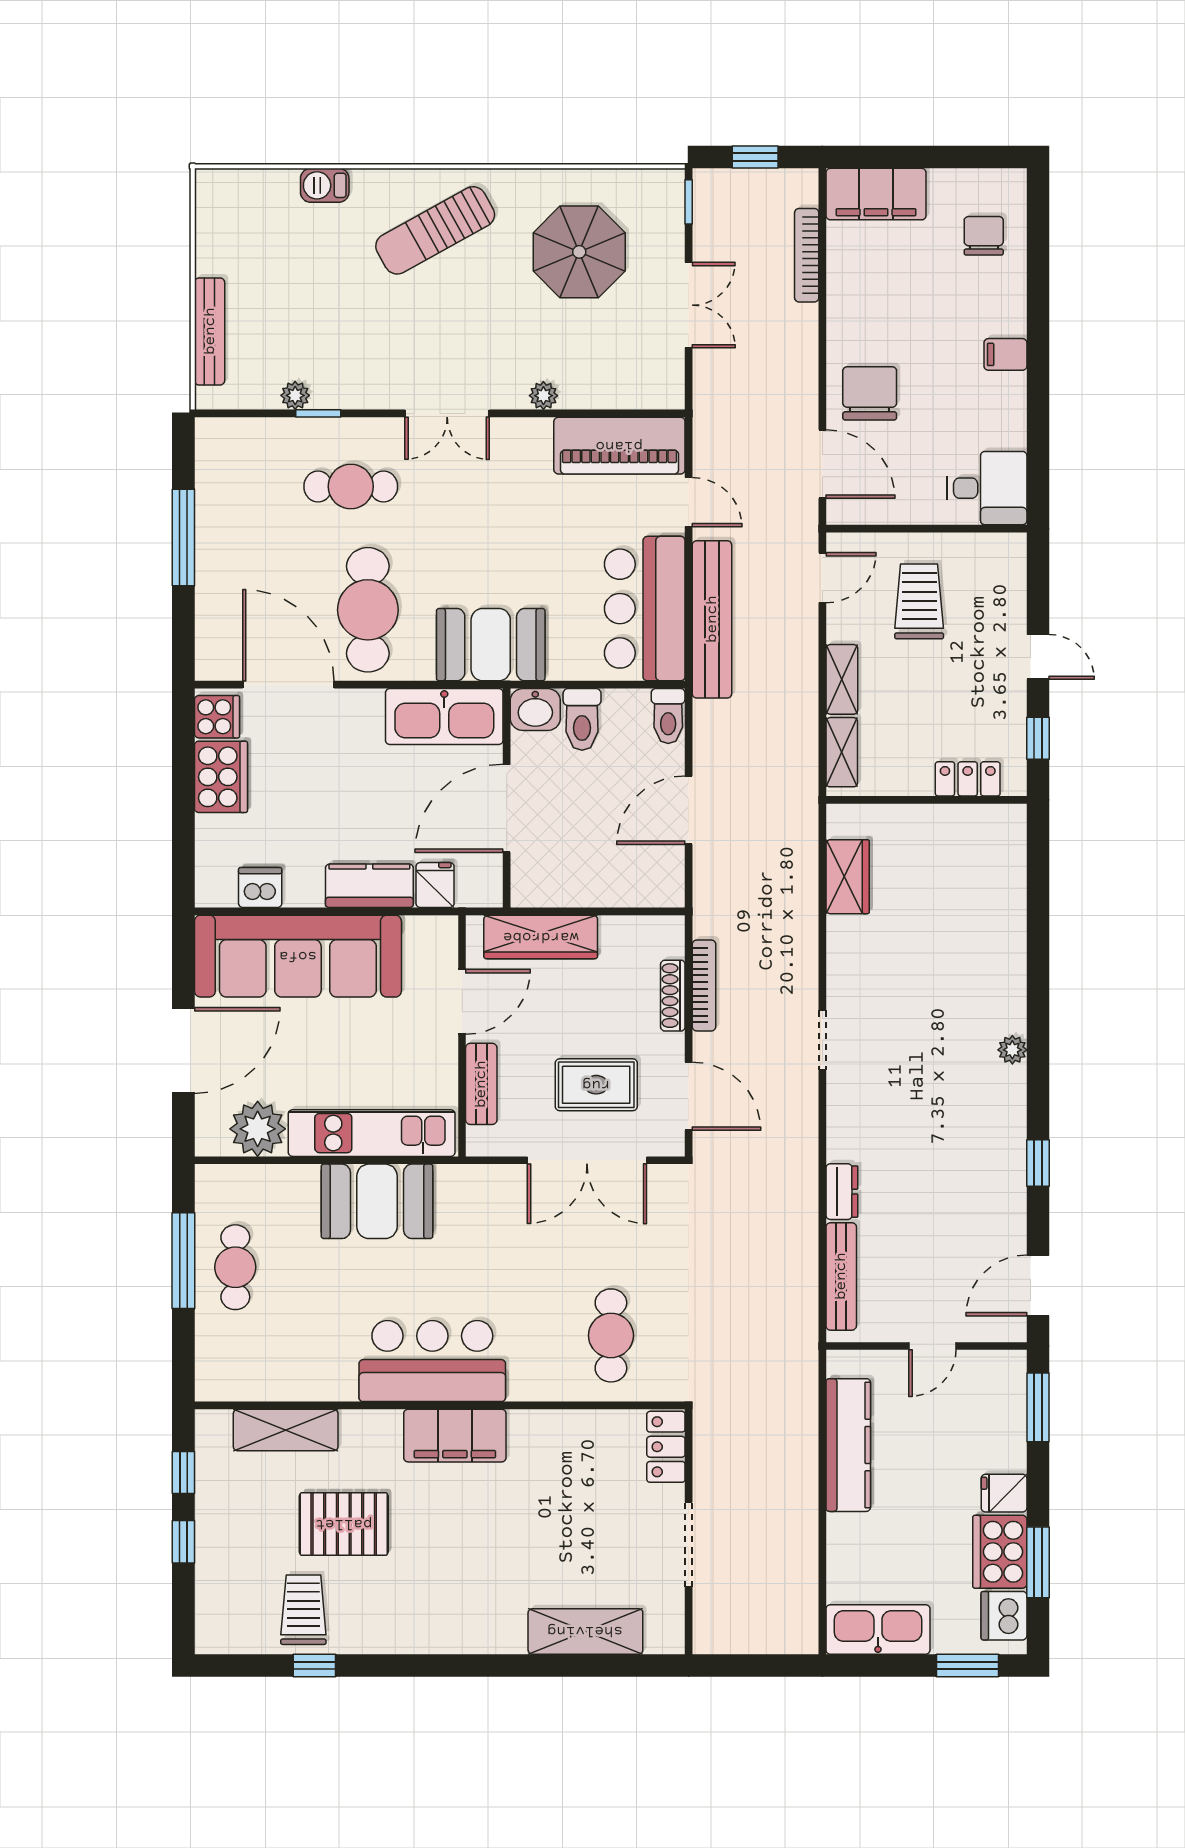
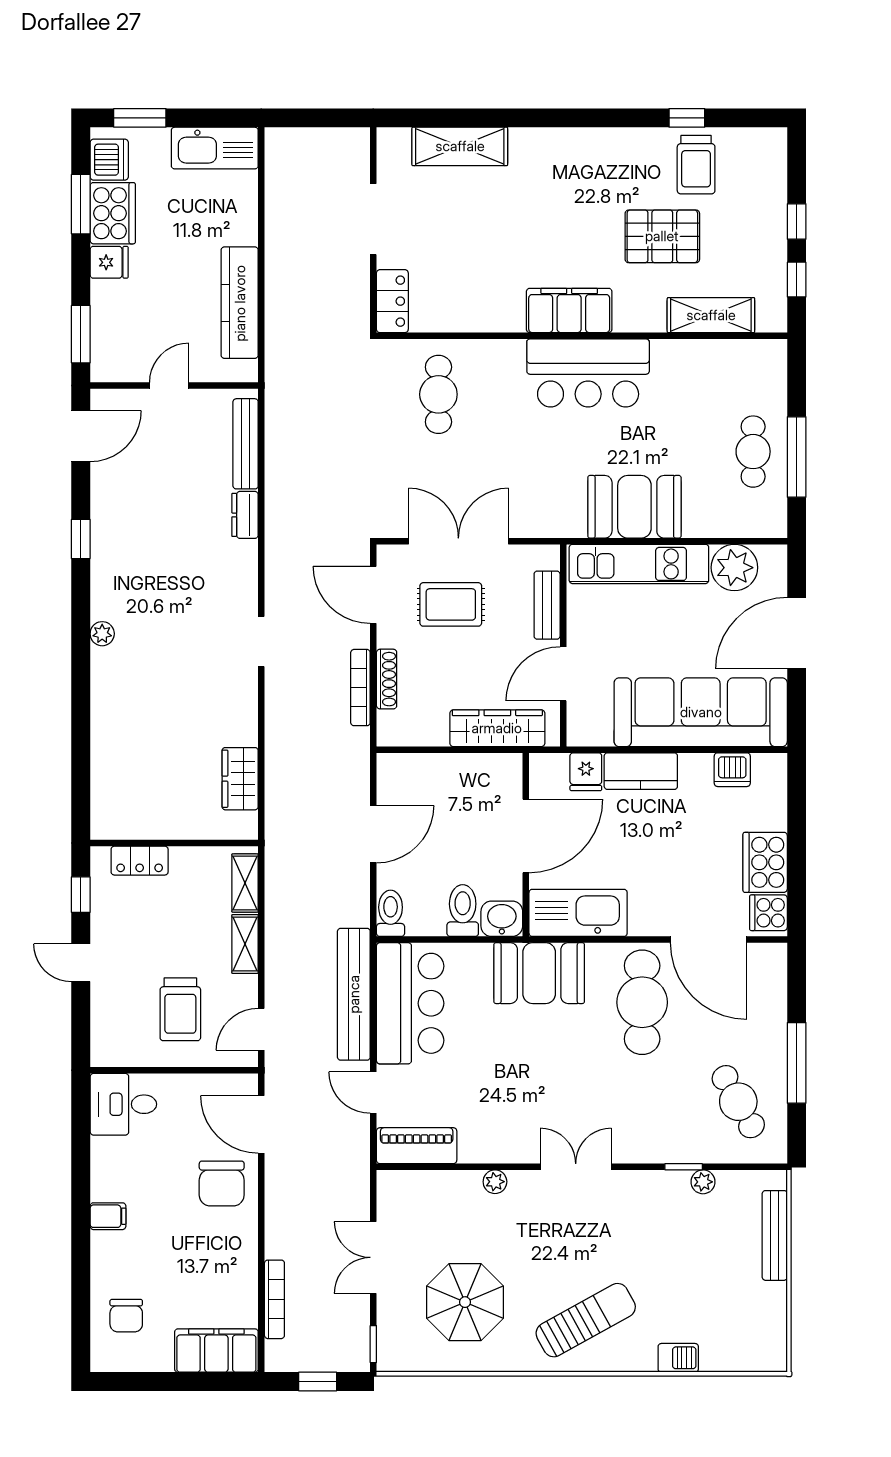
piano: (619, 446) -> (417, 1146), width x0.73, depth x0.75
cafe table: (351, 486) -> (738, 1102), moved, turned 61

